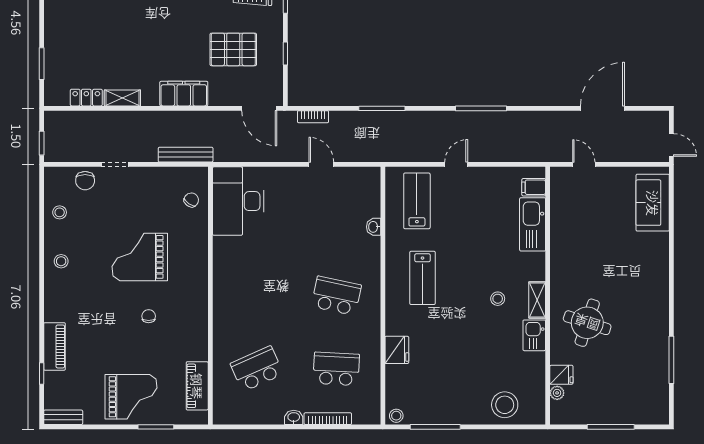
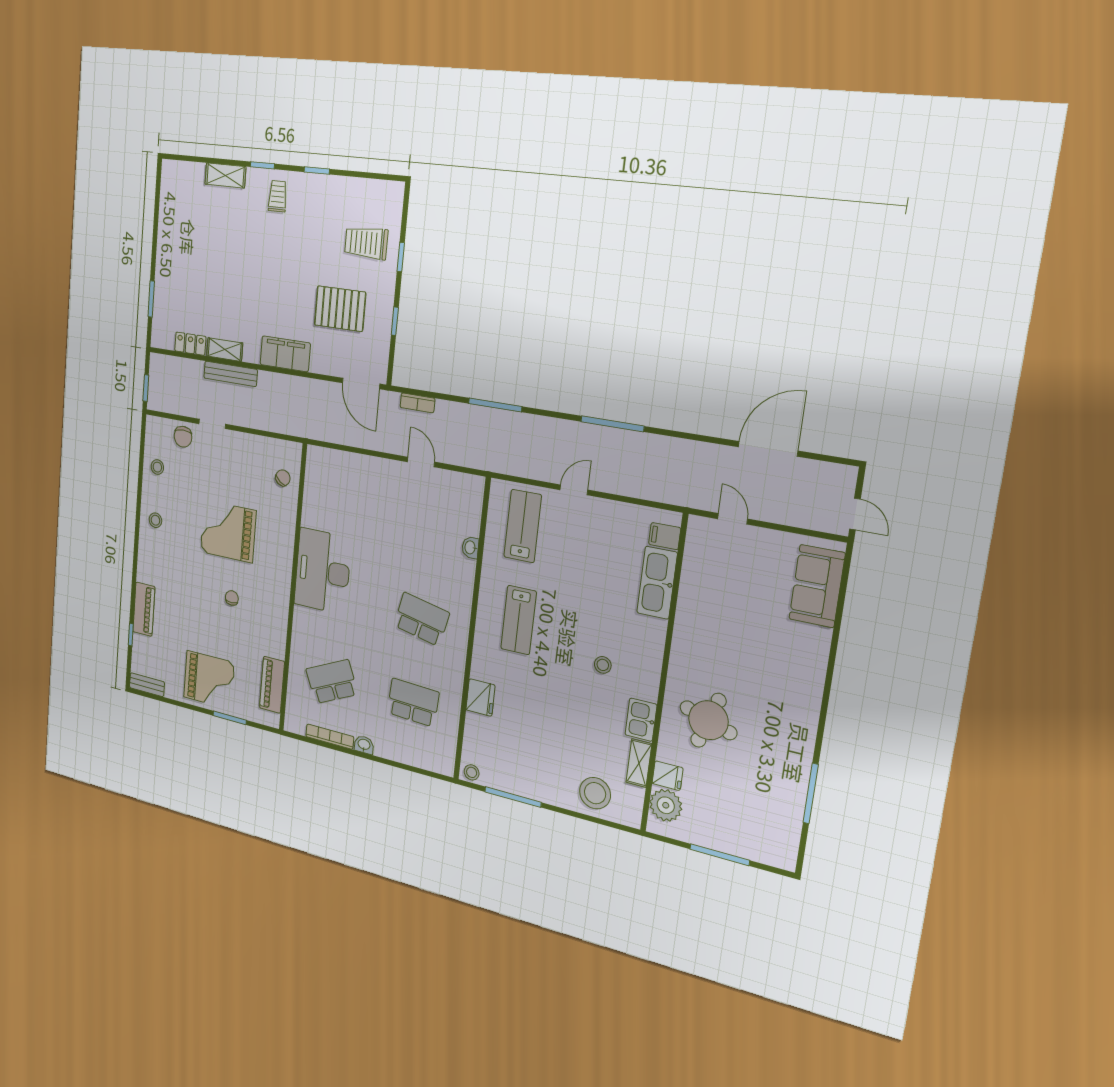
bench: (186, 155) -> (231, 374), moved
desk: (238, 201) -> (323, 571), moved
shelving: (537, 300) -> (639, 763), moved
plant: (557, 393) -> (666, 805), width x1.87, depth x1.87
bookcase: (328, 419) -> (330, 737), moved

